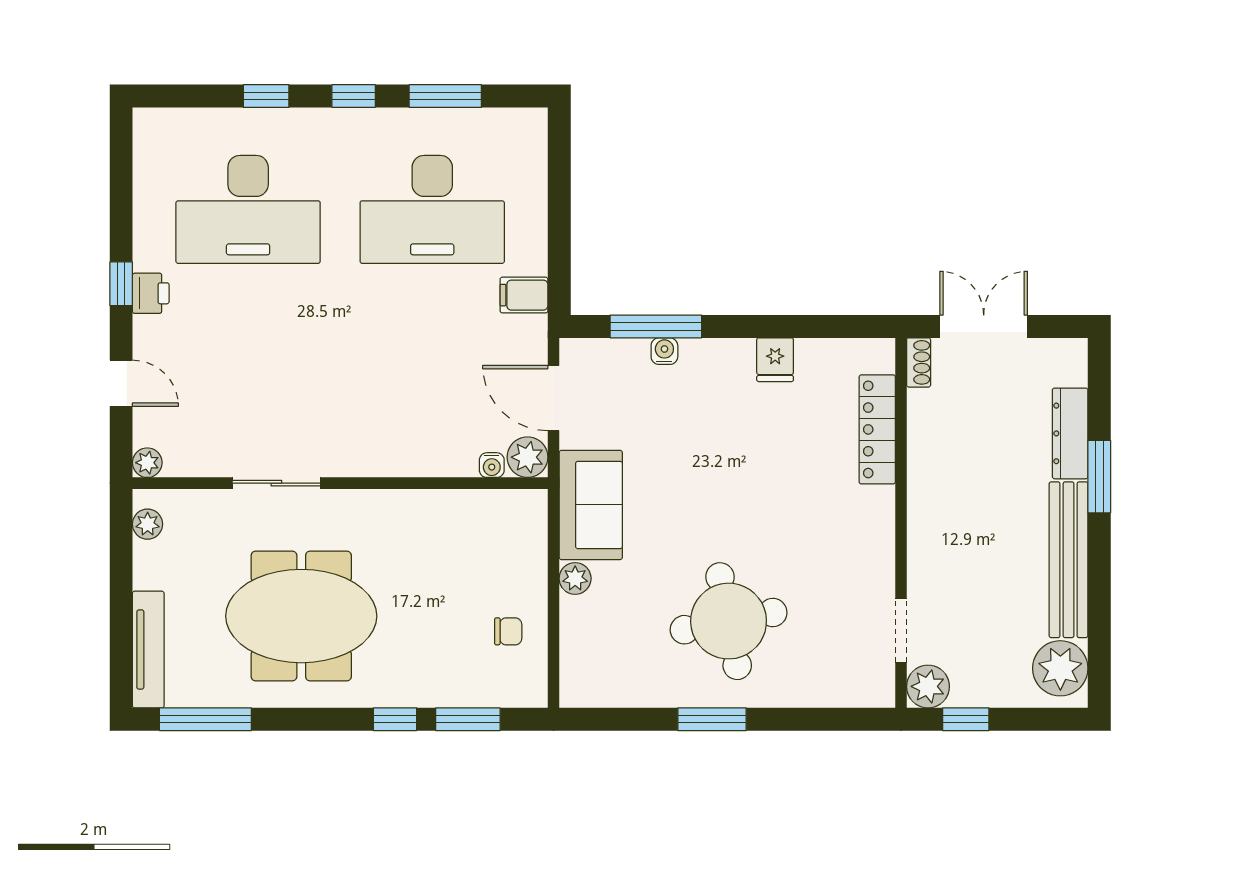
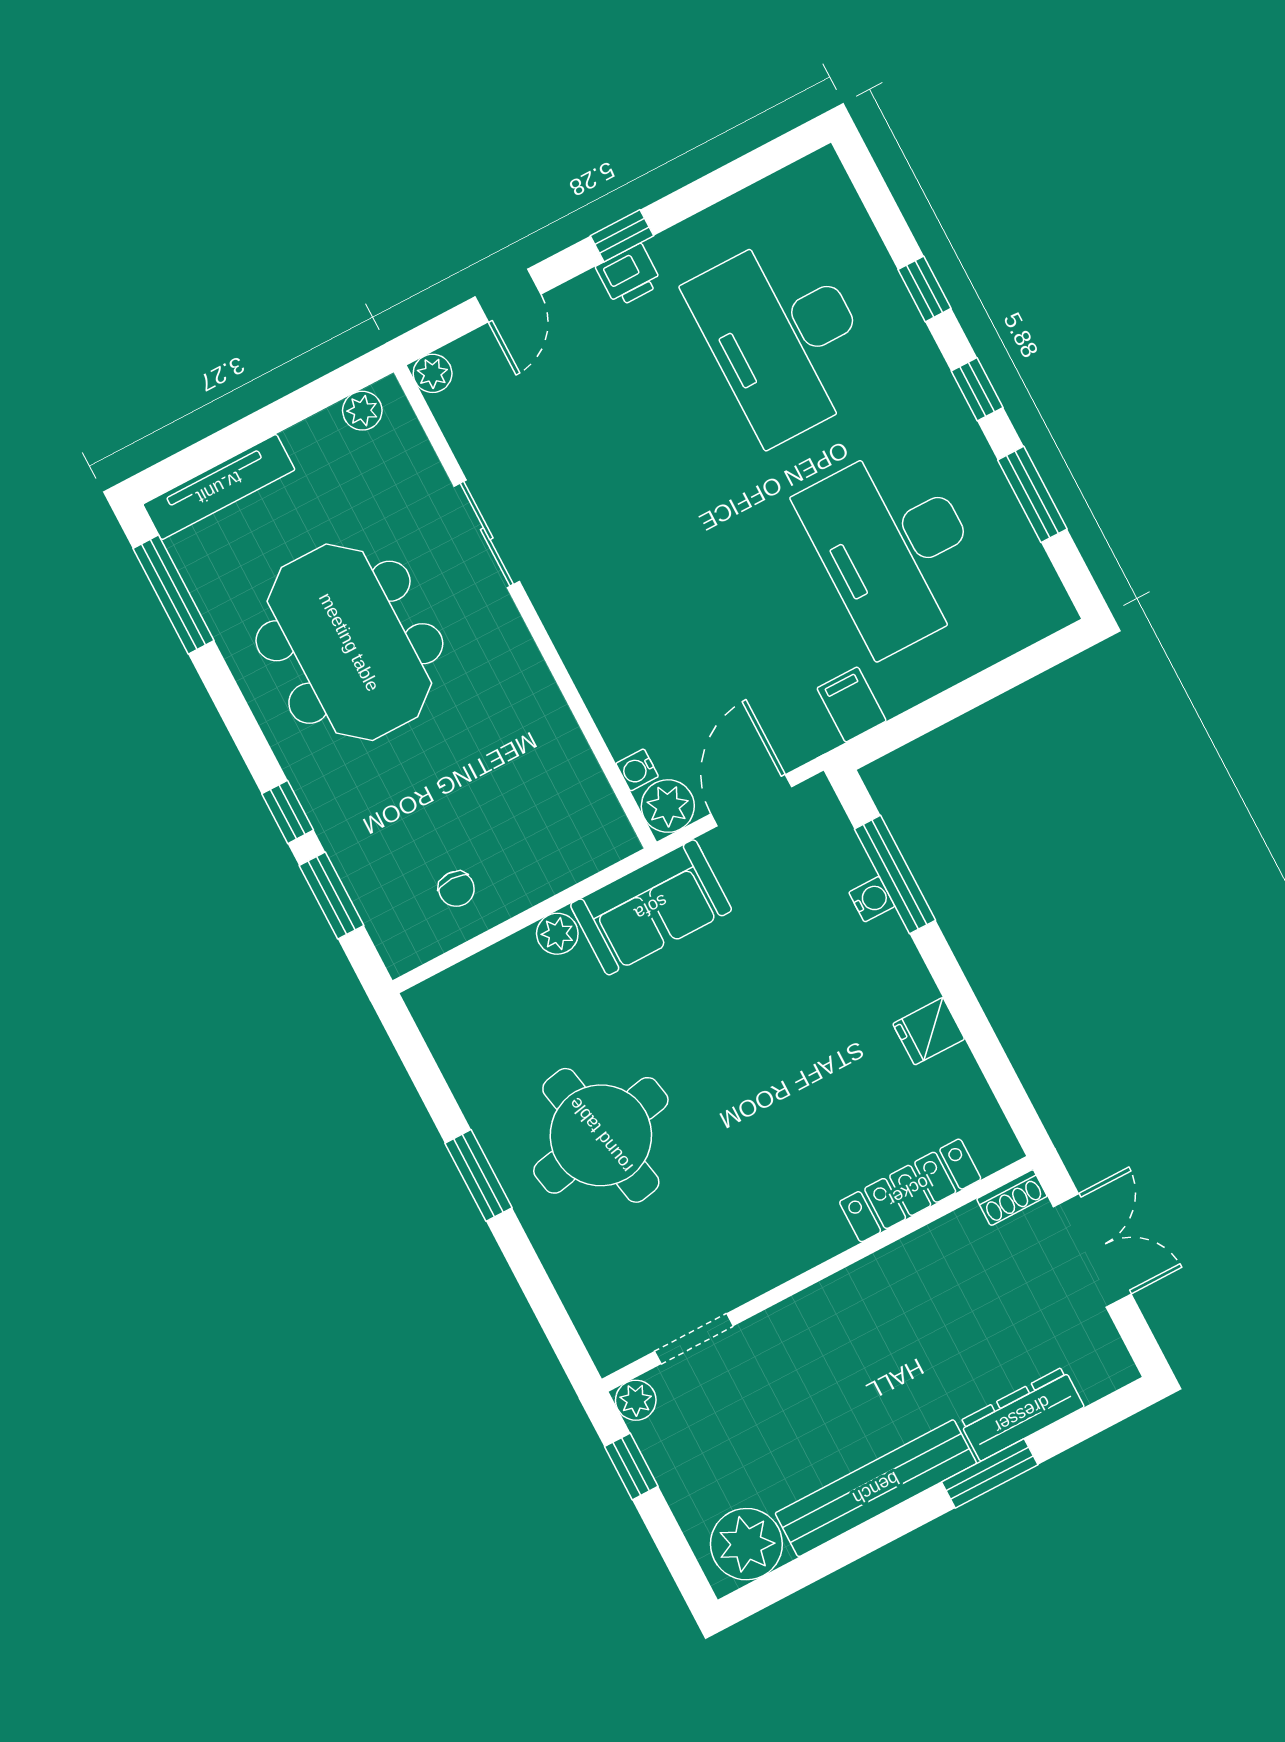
plant: (928, 686) -> (636, 1400), width x0.73, depth x0.73

